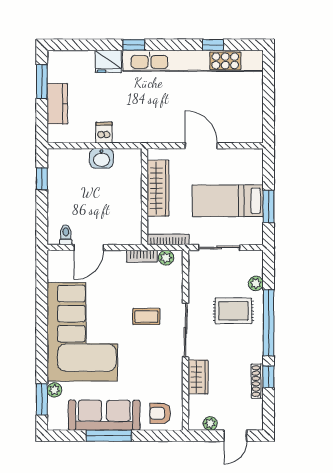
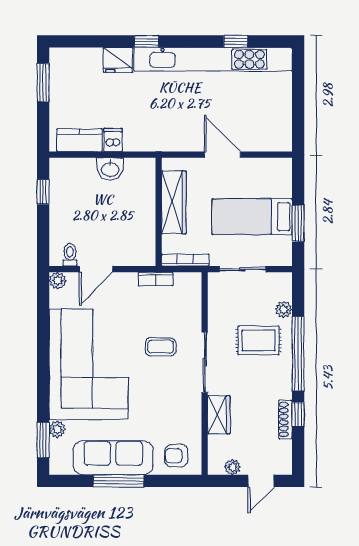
kitchen counter: (57, 104) -> (79, 140), moved, turned -90
plant: (166, 258) -> (58, 281), moved

